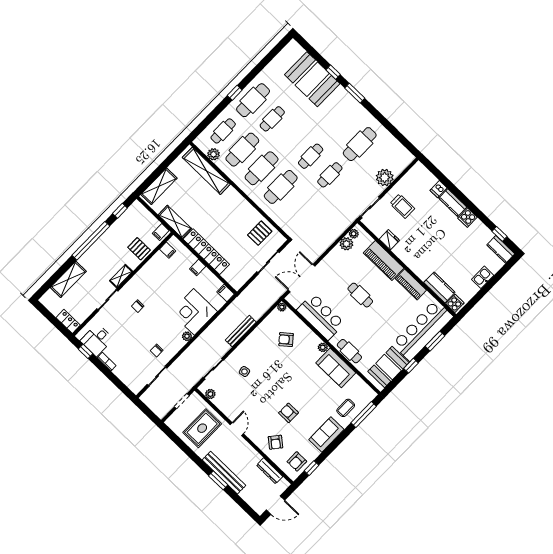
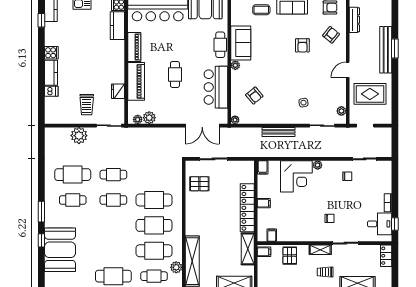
cafe table: (272, 119) -> (73, 200), moved
trolley: (402, 206) -> (87, 105), turned 180
trolley: (100, 263) -> (325, 272), added

